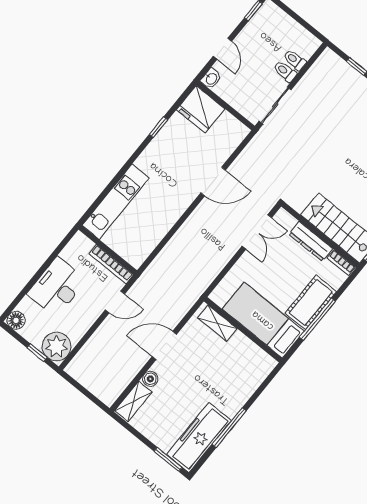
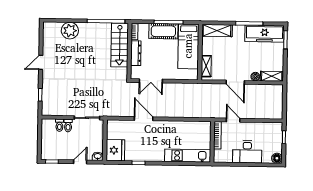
double door: (257, 232) -> (151, 81), swing flipped
plant: (57, 346) -> (274, 131), removed
shelving: (254, 376) -> (217, 31), added

